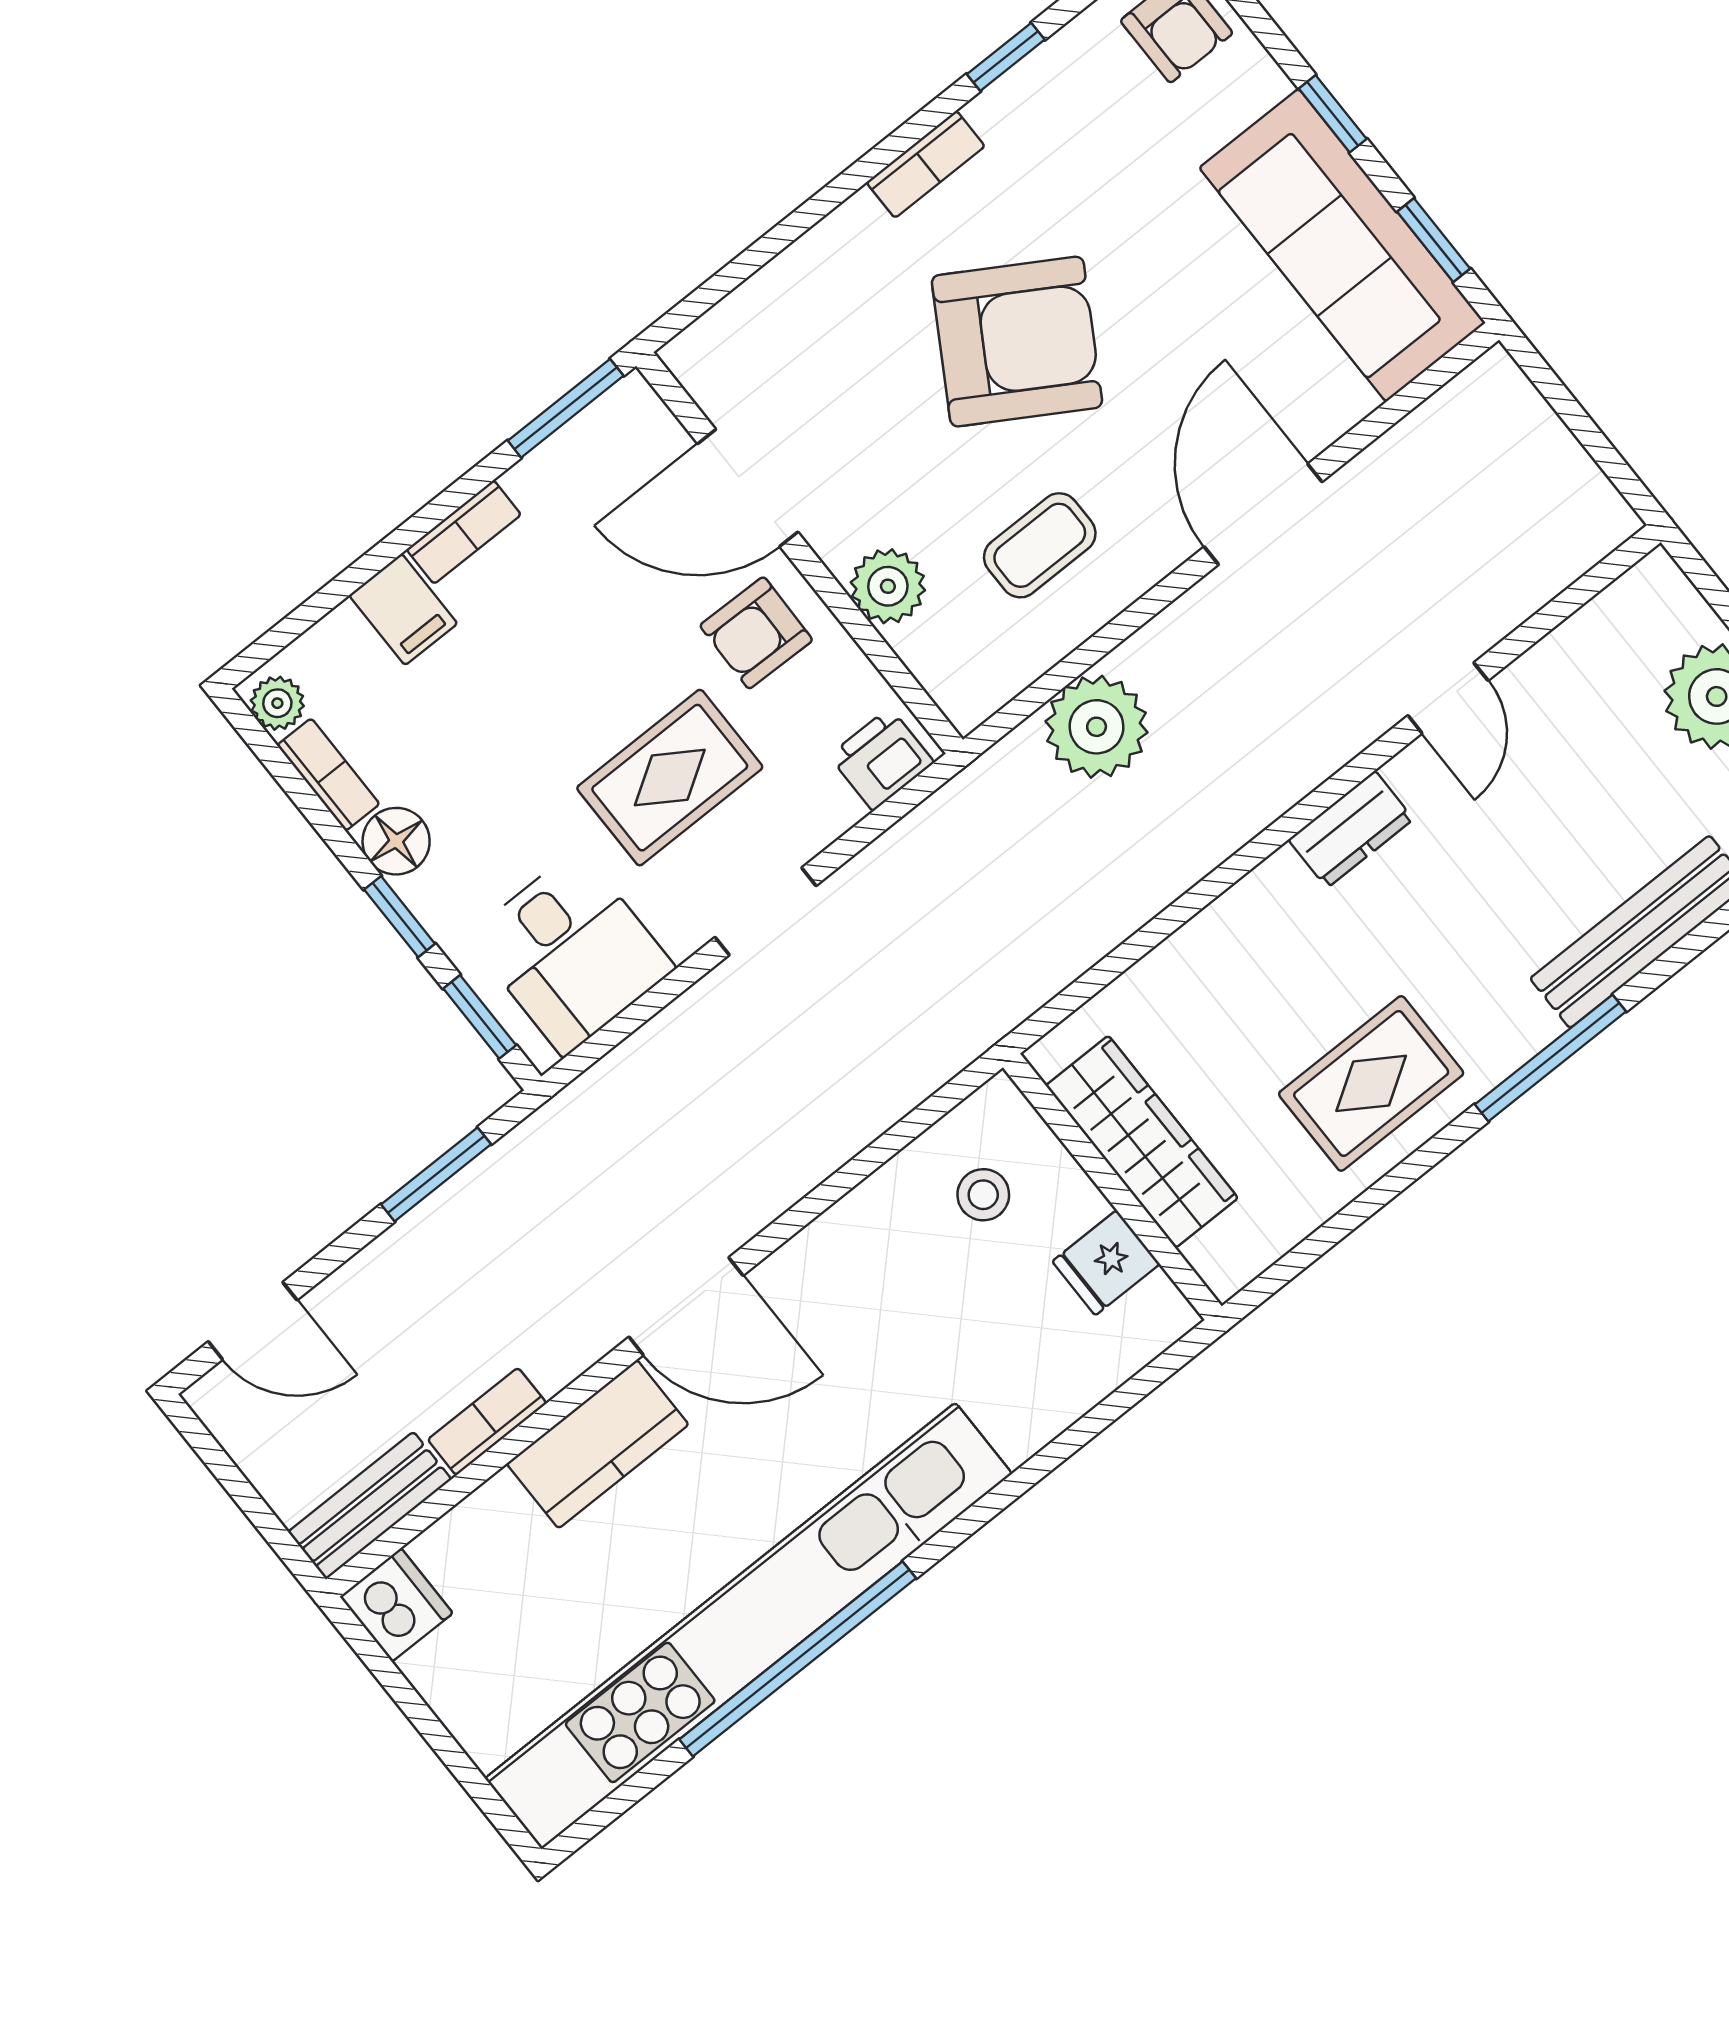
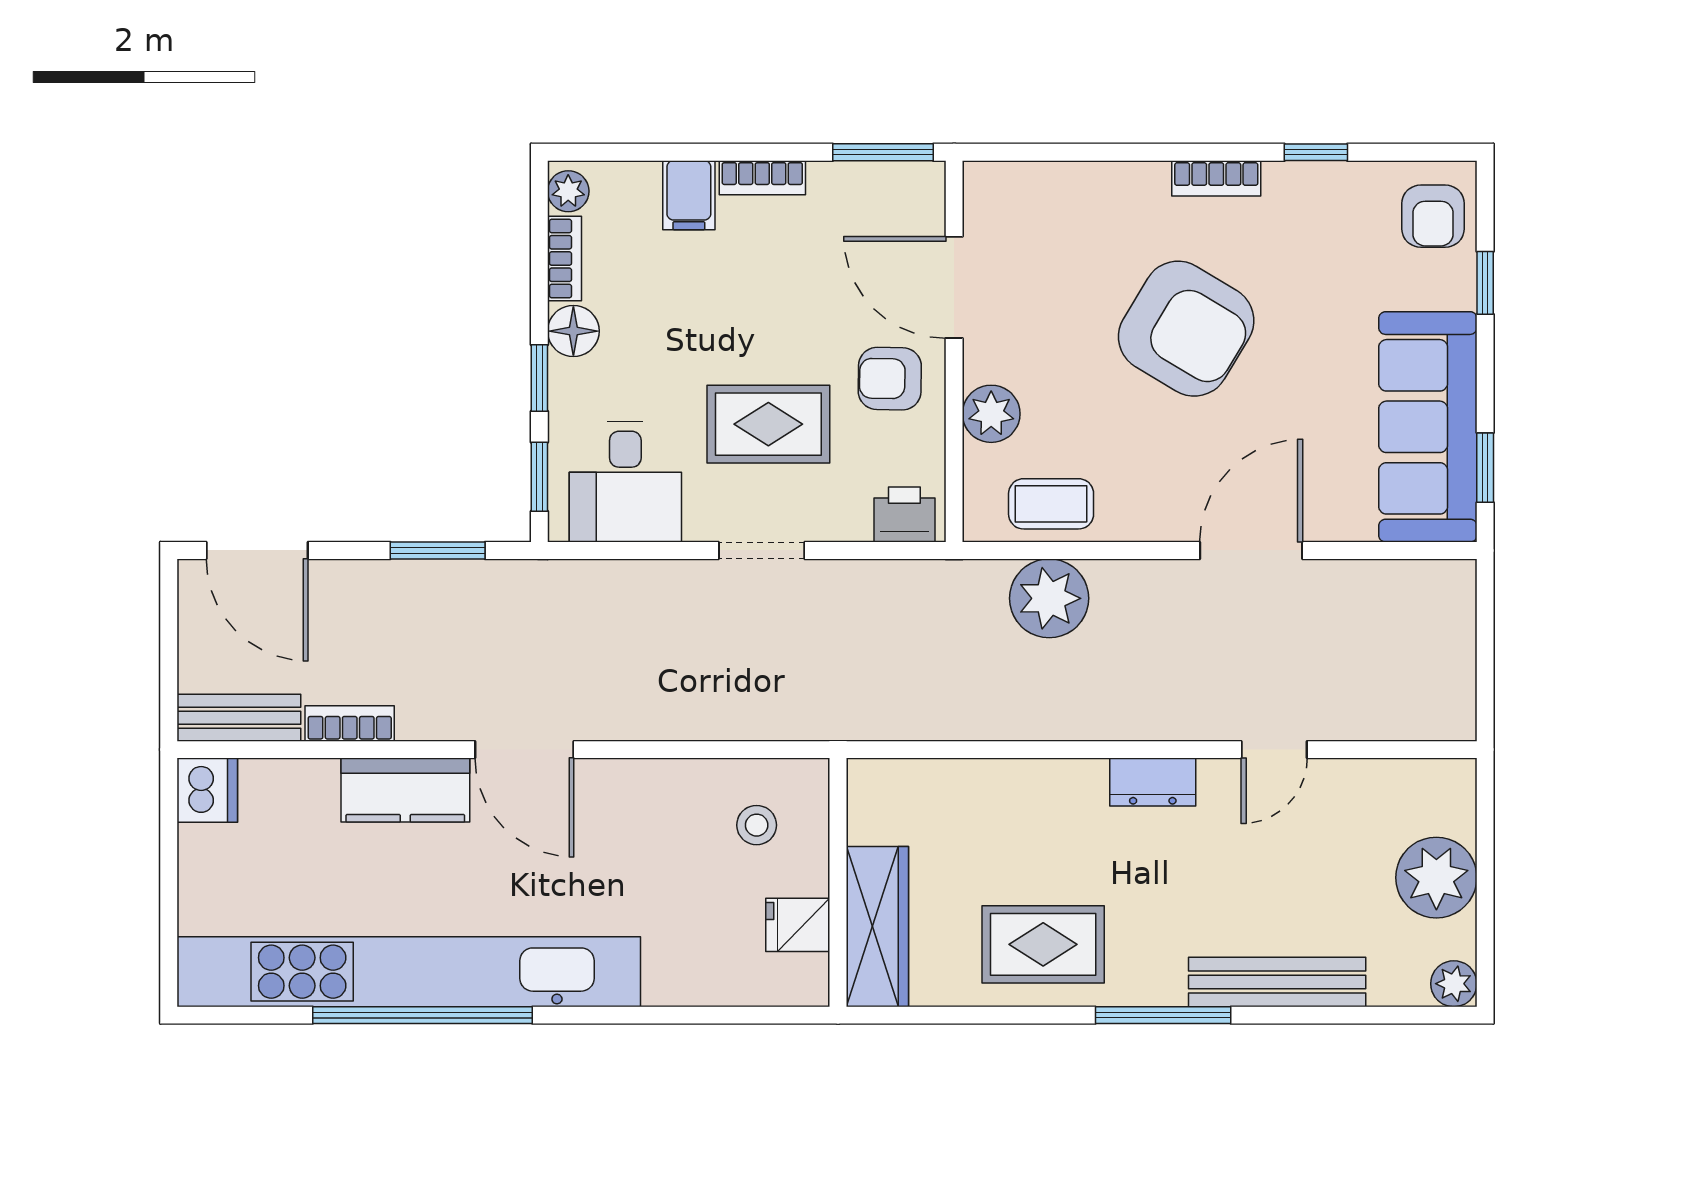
window: (1333, 114) -> (1485, 283), moved
coffee table: (1040, 545) -> (1051, 504), moved
wardrobe: (1142, 1142) -> (877, 927), moved
door: (253, 1321) -> (257, 550), width x1.38

